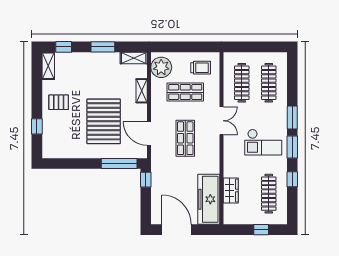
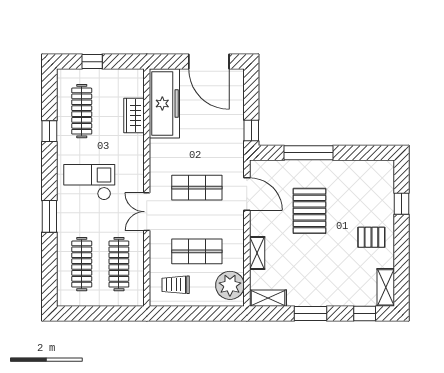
pallet: (104, 121) -> (309, 211), width x0.73, depth x0.71
shop shelf: (185, 138) -> (197, 188), turned 90
window: (292, 147) -> (49, 176), removed
window: (119, 163) -> (309, 153), moved

